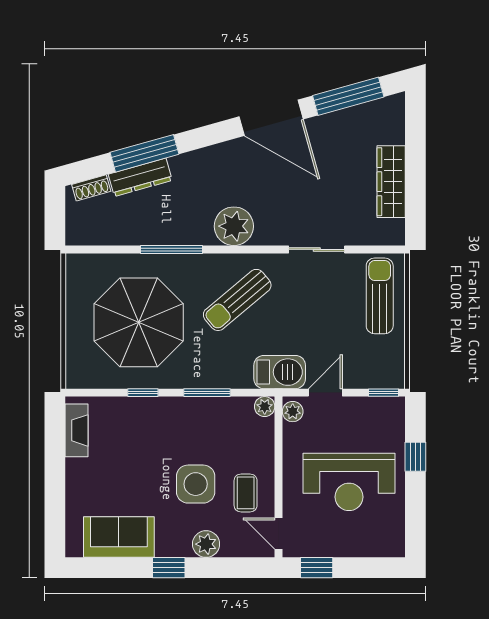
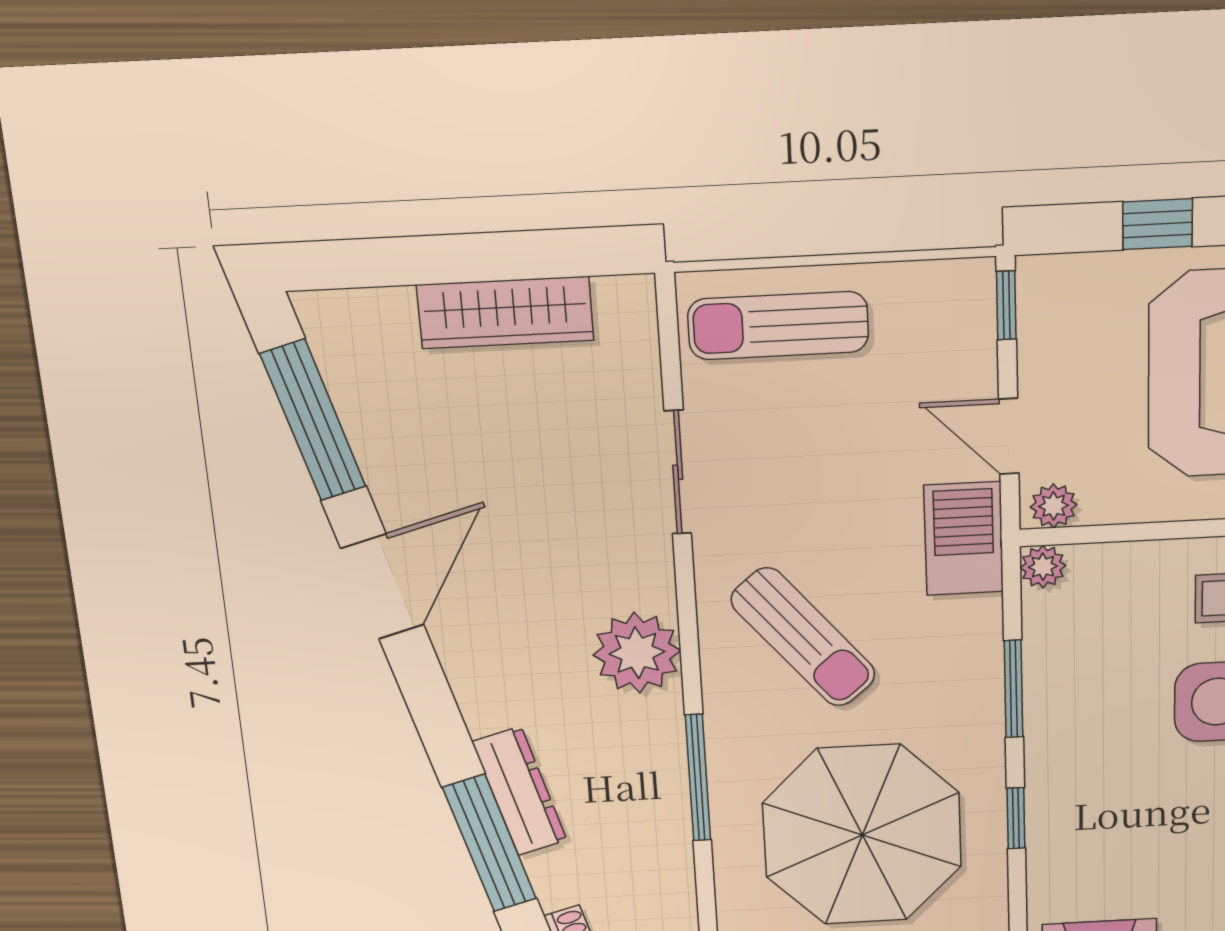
door: (271, 118) -> (382, 587), width x0.73
dresser: (140, 177) -> (520, 791), moved

